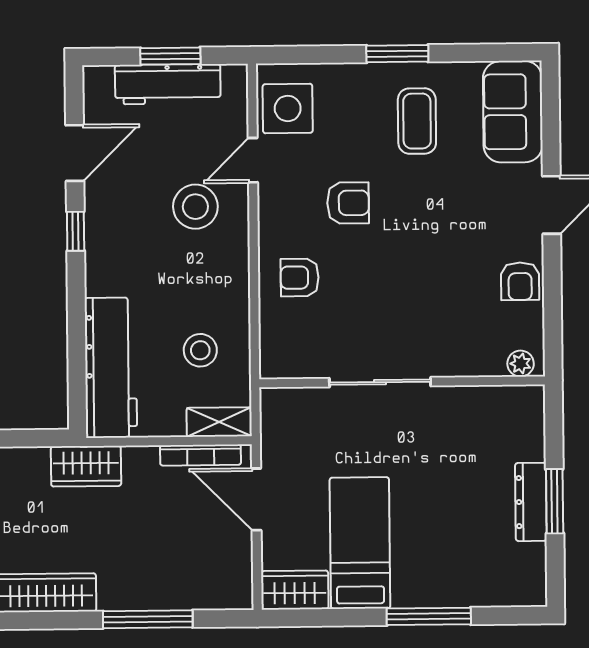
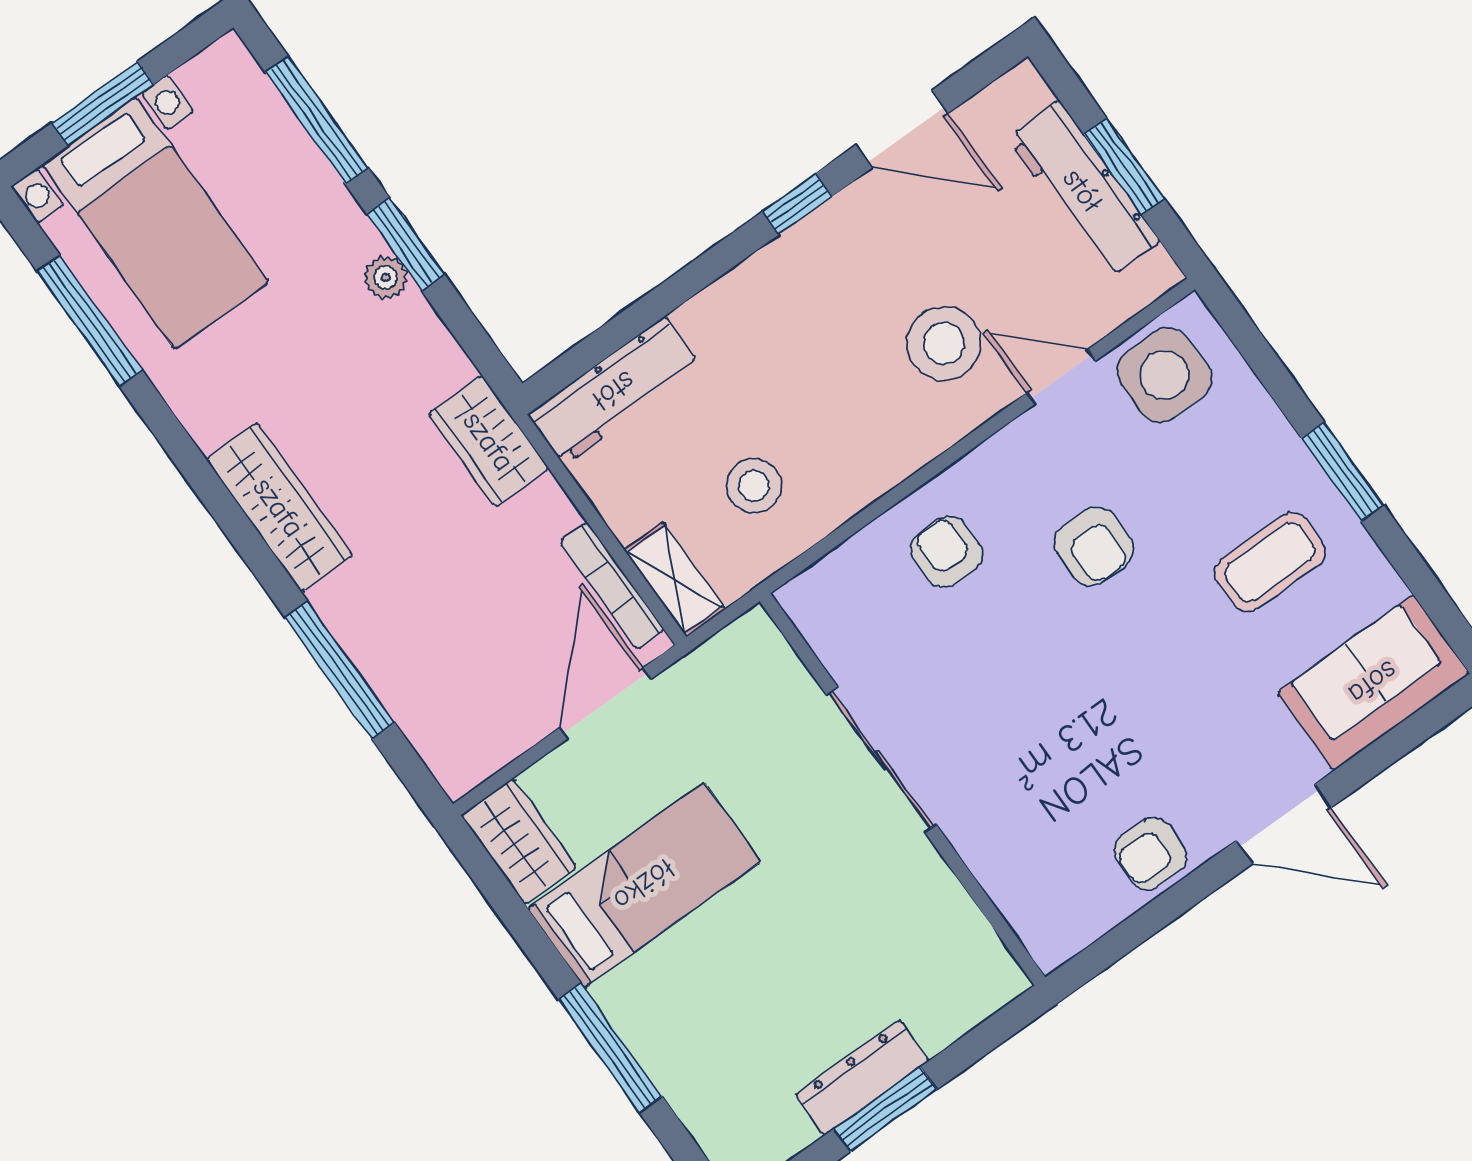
plant: (521, 364) -> (1040, 932), removed
workbench: (111, 368) -> (614, 391), width x0.73, depth x0.76

